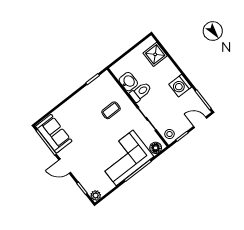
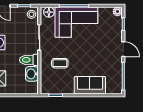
sofa: (54, 134) -> (90, 85), moved, turned 90

